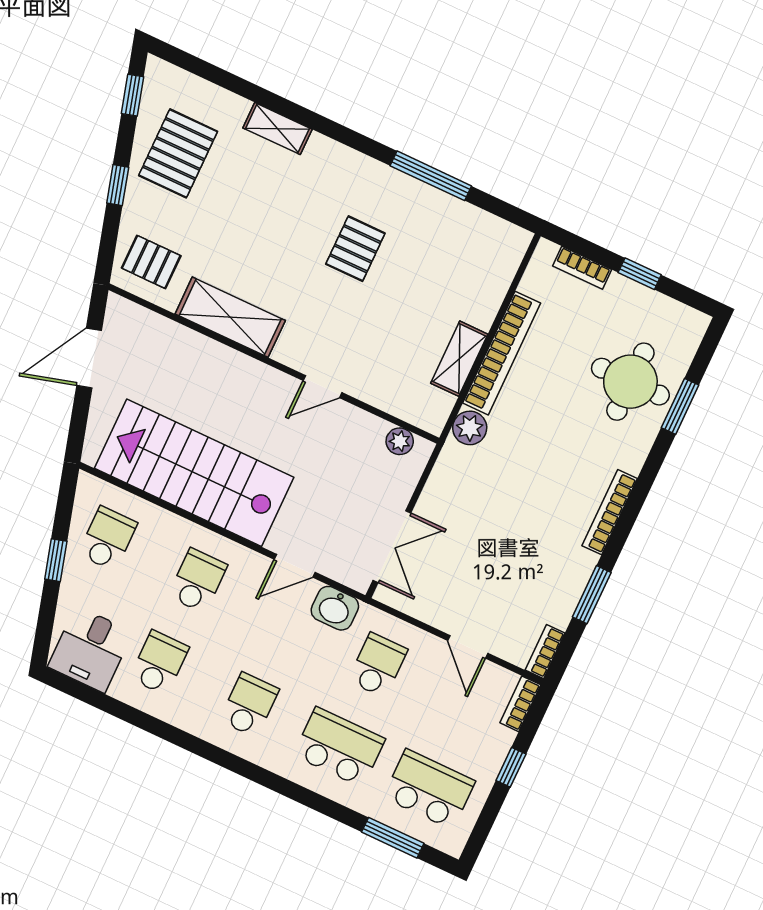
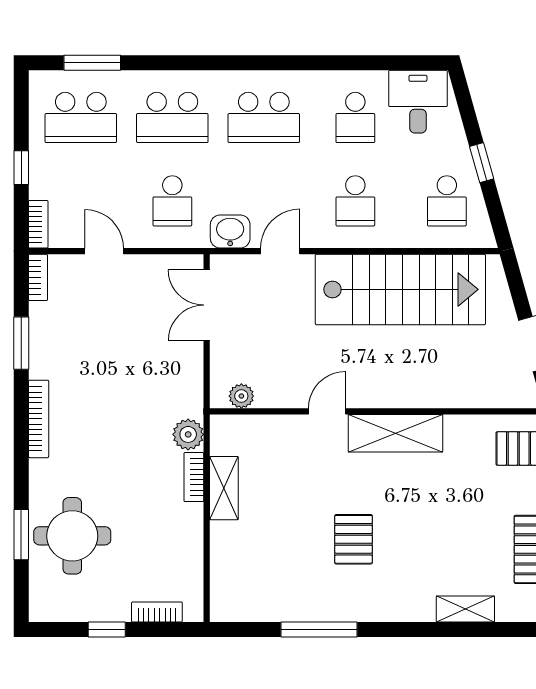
shelving: (230, 317) -> (395, 433), moved
bookcase: (502, 353) -> (194, 477), width x0.43, depth x0.76
school desk: (249, 705) -> (264, 117), width x1.85

